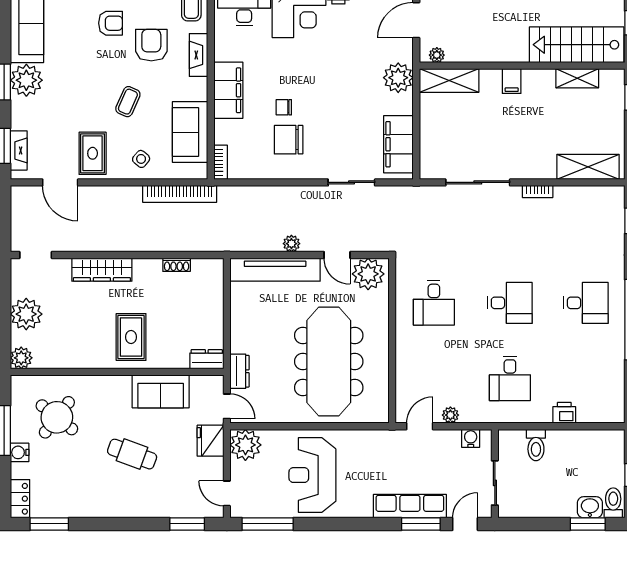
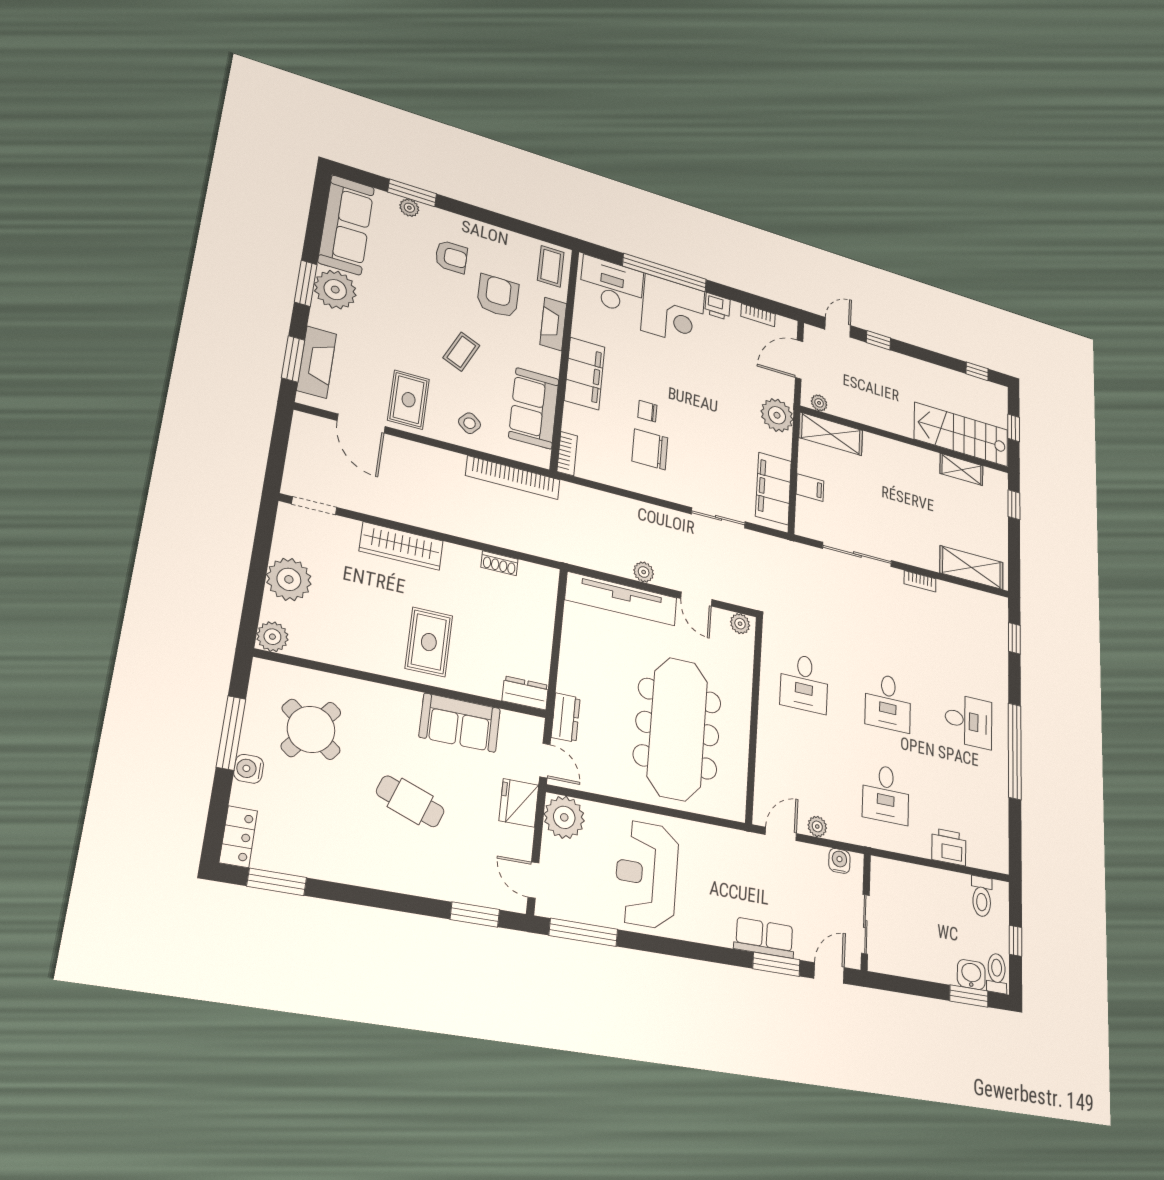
filing cabinet: (512, 81) -> (810, 488), moved, turned -90
fireplace: (19, 150) -> (317, 362), width x1.37, depth x1.32
plant: (368, 274) -> (740, 624), width x0.53, depth x0.53
desk: (510, 303) -> (888, 702), turned 90
printer: (564, 413) -> (949, 847), width x1.36, depth x1.24
toilet: (536, 445) -> (982, 897), moved
row of seats: (410, 506) -> (764, 938), width x0.68

